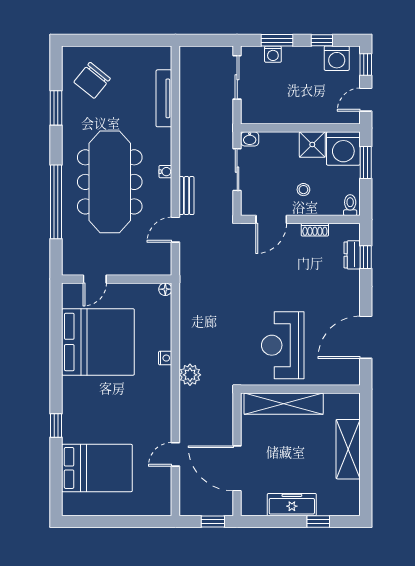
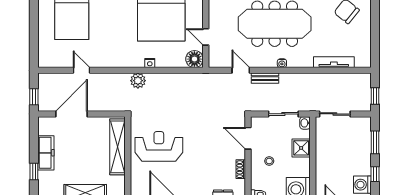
window: (212, 40) -> (375, 96), added
washing machine: (273, 54) -> (365, 139), removed
sliding door: (237, 77) -> (335, 114), moved
shower: (312, 145) -> (301, 148), moved
door: (95, 279) -> (206, 37), moved
floor lamp: (165, 289) -> (194, 59), width x1.89, depth x1.89

